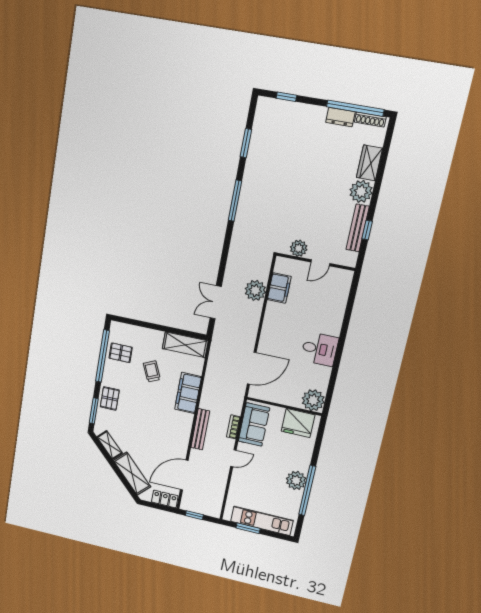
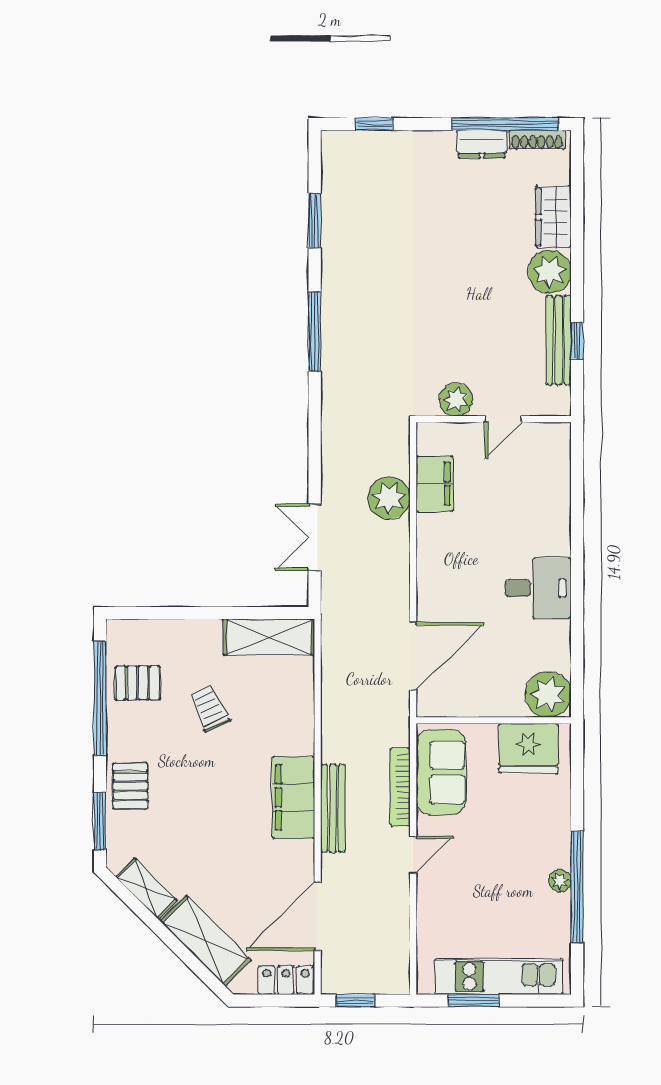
filing cabinet: (188, 393) -> (293, 797), moved
bookcase: (233, 427) -> (400, 787), width x1.56
plant: (296, 480) -> (560, 881), width x0.53, depth x0.53

